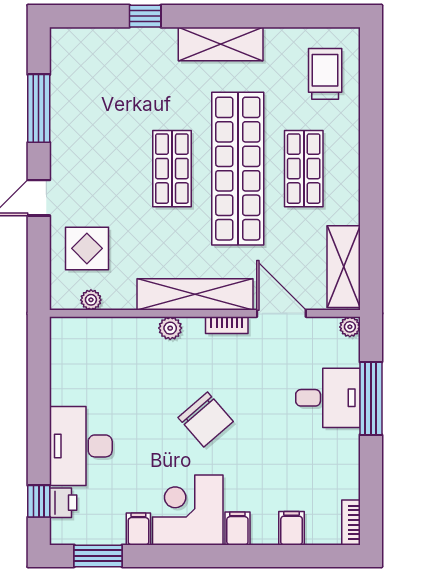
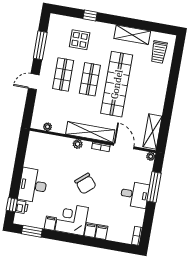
shelving: (221, 44) -> (132, 35), moved
trolley: (325, 74) -> (159, 52), turned 180
shop shelf: (304, 169) -> (63, 75), moved
display table: (87, 248) -> (80, 40), moved
desk: (328, 398) -> (135, 195), moved
filing cabinet: (292, 528) -> (102, 232), moved

